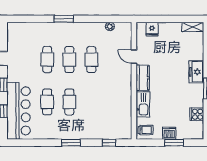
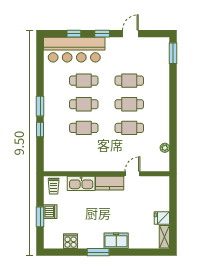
window: (64, 19) -> (173, 53), moved
fridge: (152, 29) -> (162, 218), moved
cafe table: (91, 102) -> (84, 128), added
window: (109, 143) -> (40, 129), moved

